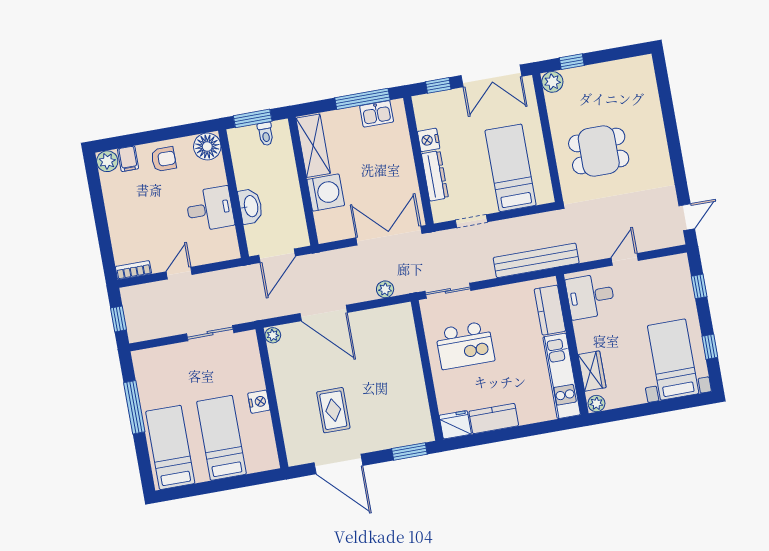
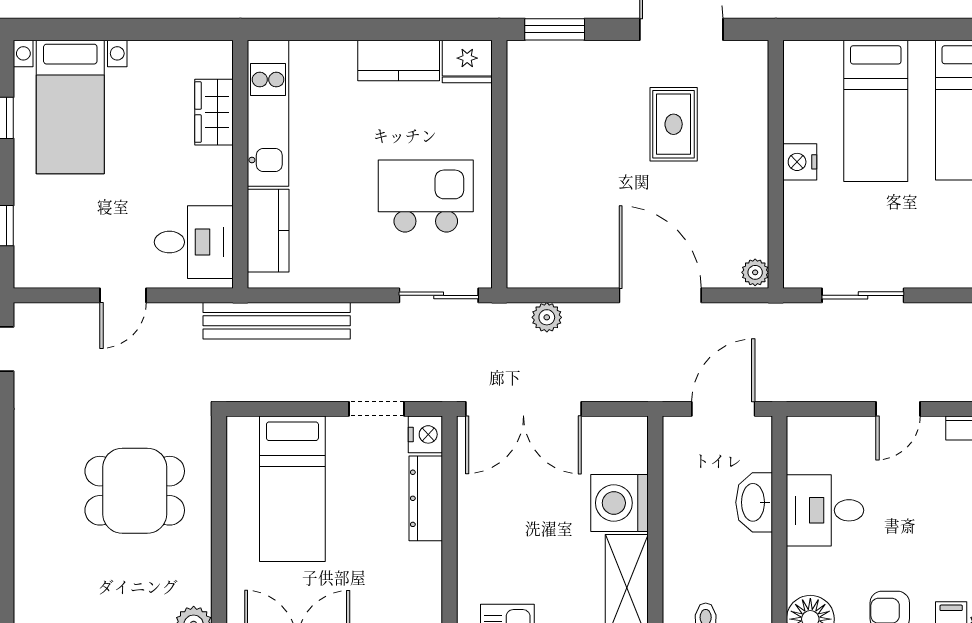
nightstand: (429, 140) -> (425, 434), moved
plant: (596, 404) -> (216, 55), removed

